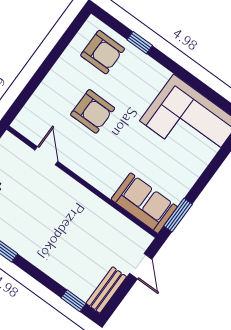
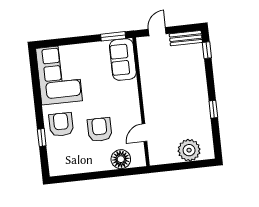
armchair: (103, 52) -> (61, 125), moved
floor lamp: (41, 105) -> (121, 159), added

